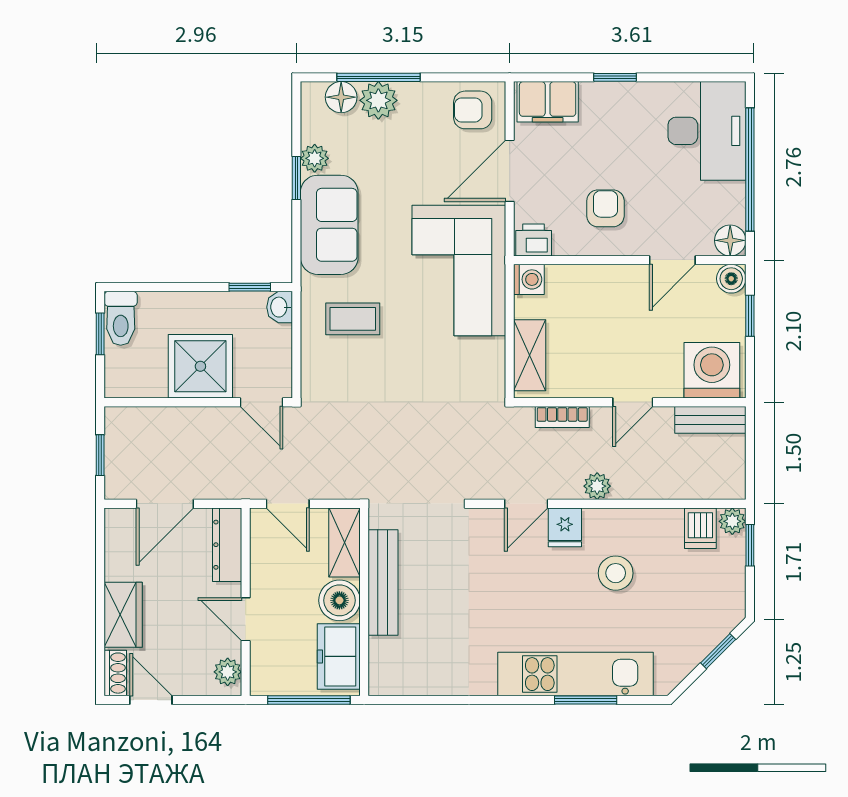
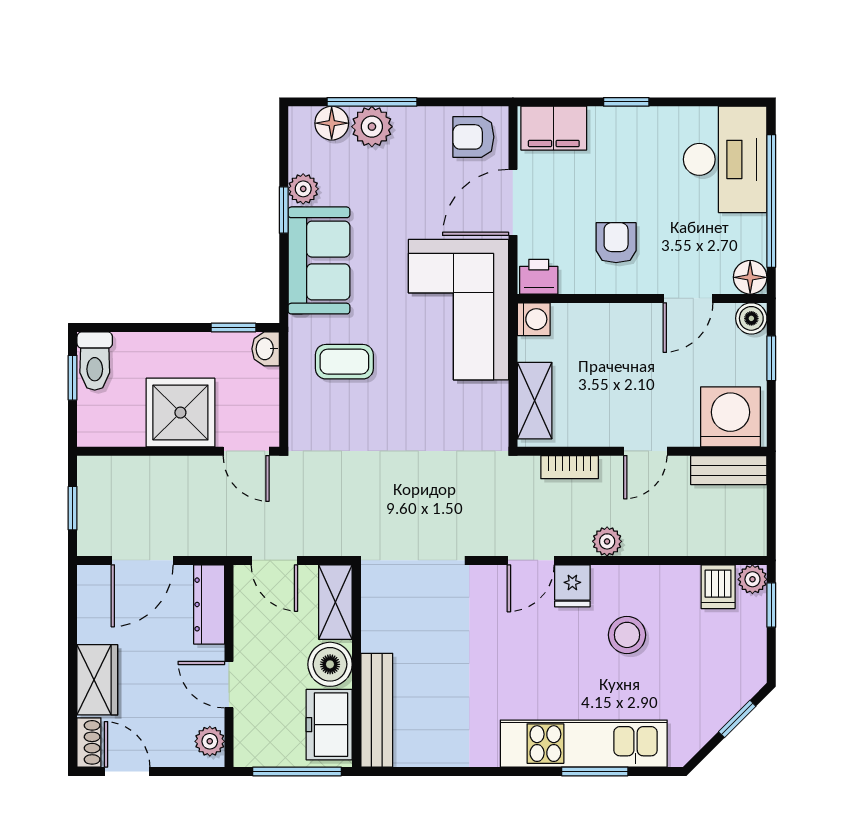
bench: (383, 582) -> (377, 710), moved

